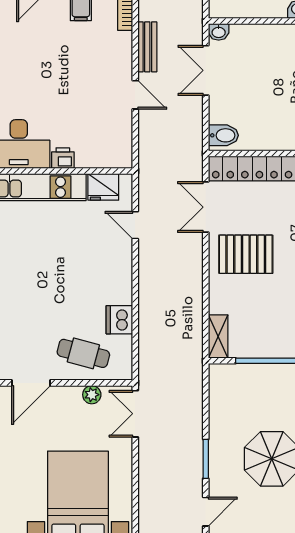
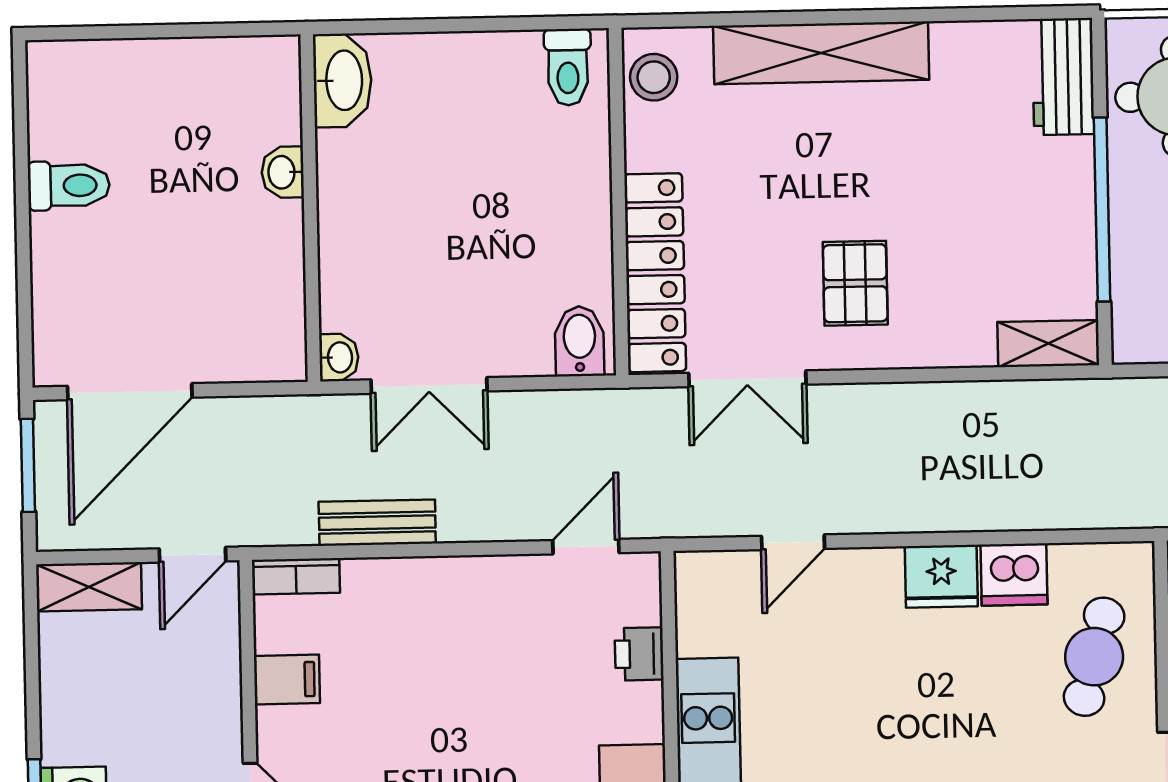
door: (135, 95) -> (586, 547), moved
printer: (63, 158) -> (639, 654), moved
fridge: (103, 187) -> (941, 576), moved, turned 90
pallet: (246, 254) -> (855, 283), width x0.67, depth x0.71

